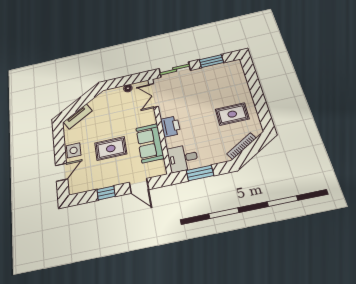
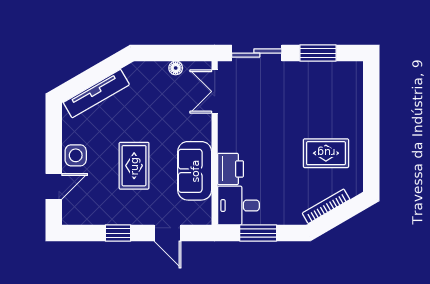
tv unit: (78, 116) -> (96, 94), width x1.41
printer: (170, 126) -> (231, 169), moved
rug: (111, 149) -> (134, 166), turned 90

